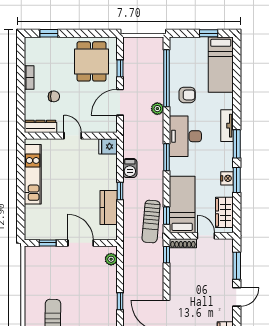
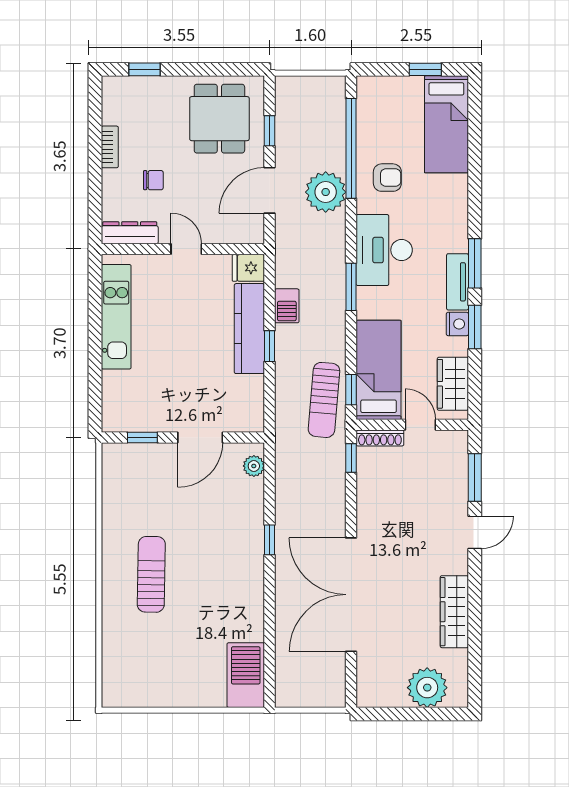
plant: (157, 109) -> (326, 192), width x1.87, depth x1.87
tv unit: (227, 126) -> (457, 282), moved
kitchen counter: (109, 208) -> (249, 329), moved, width x1.50
door: (81, 243) -> (200, 438), swing flipped

